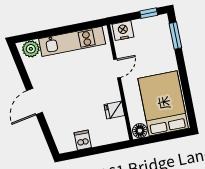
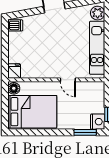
nightstand: (123, 31) -> (98, 122), moved
fridge: (114, 110) -> (14, 71), moved
dishwasher: (83, 140) -> (15, 25), moved

